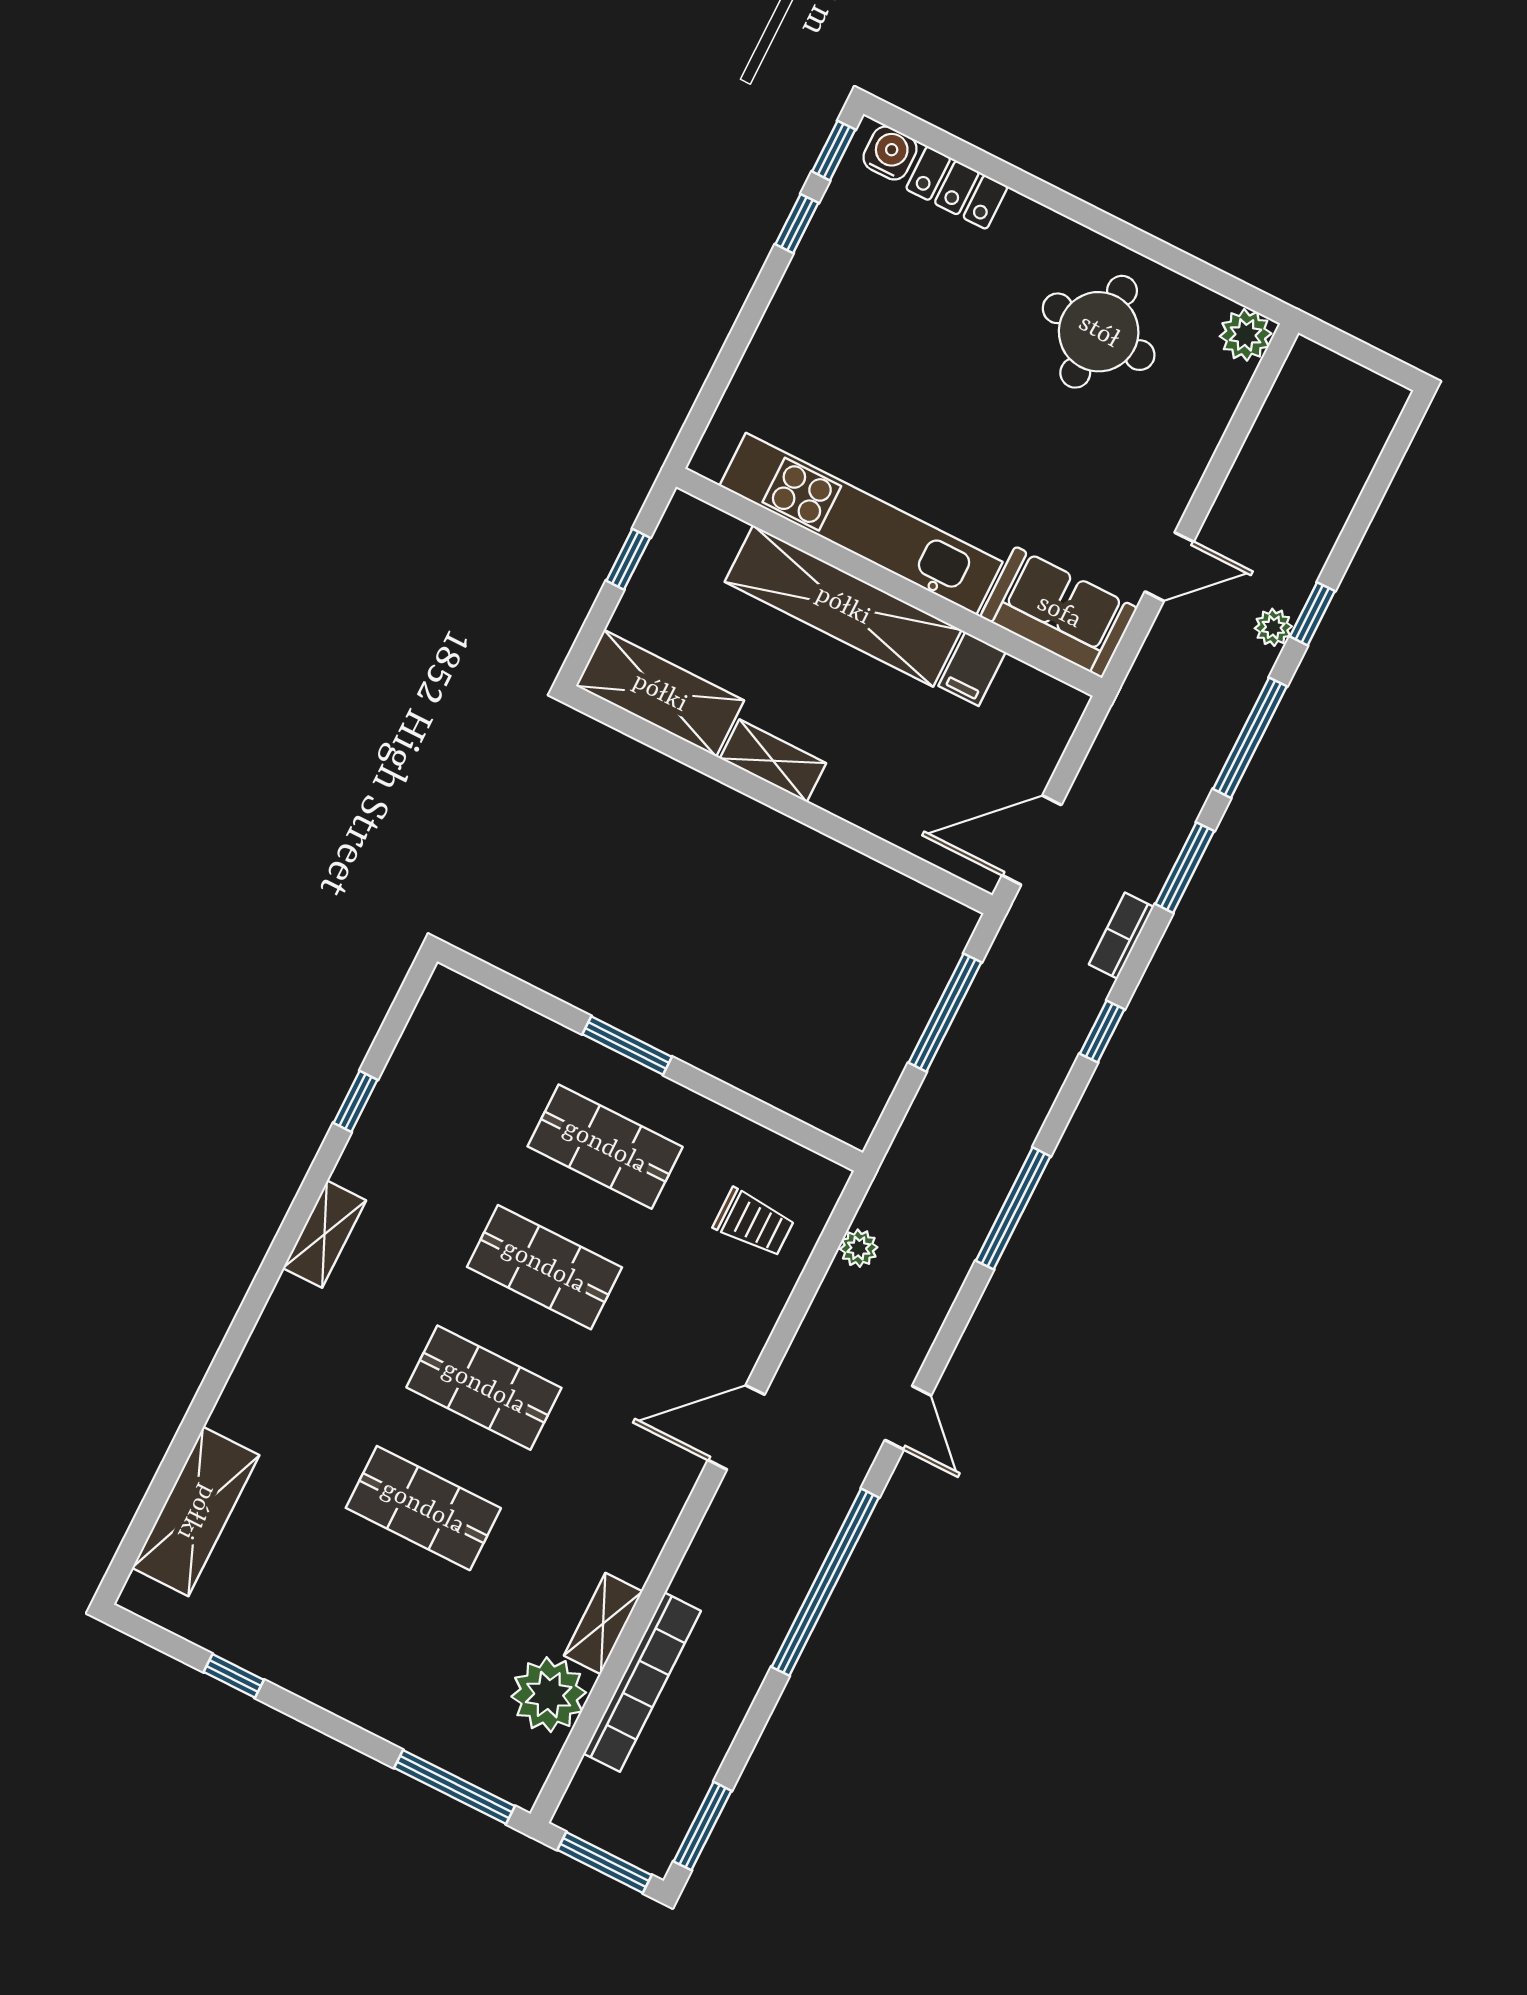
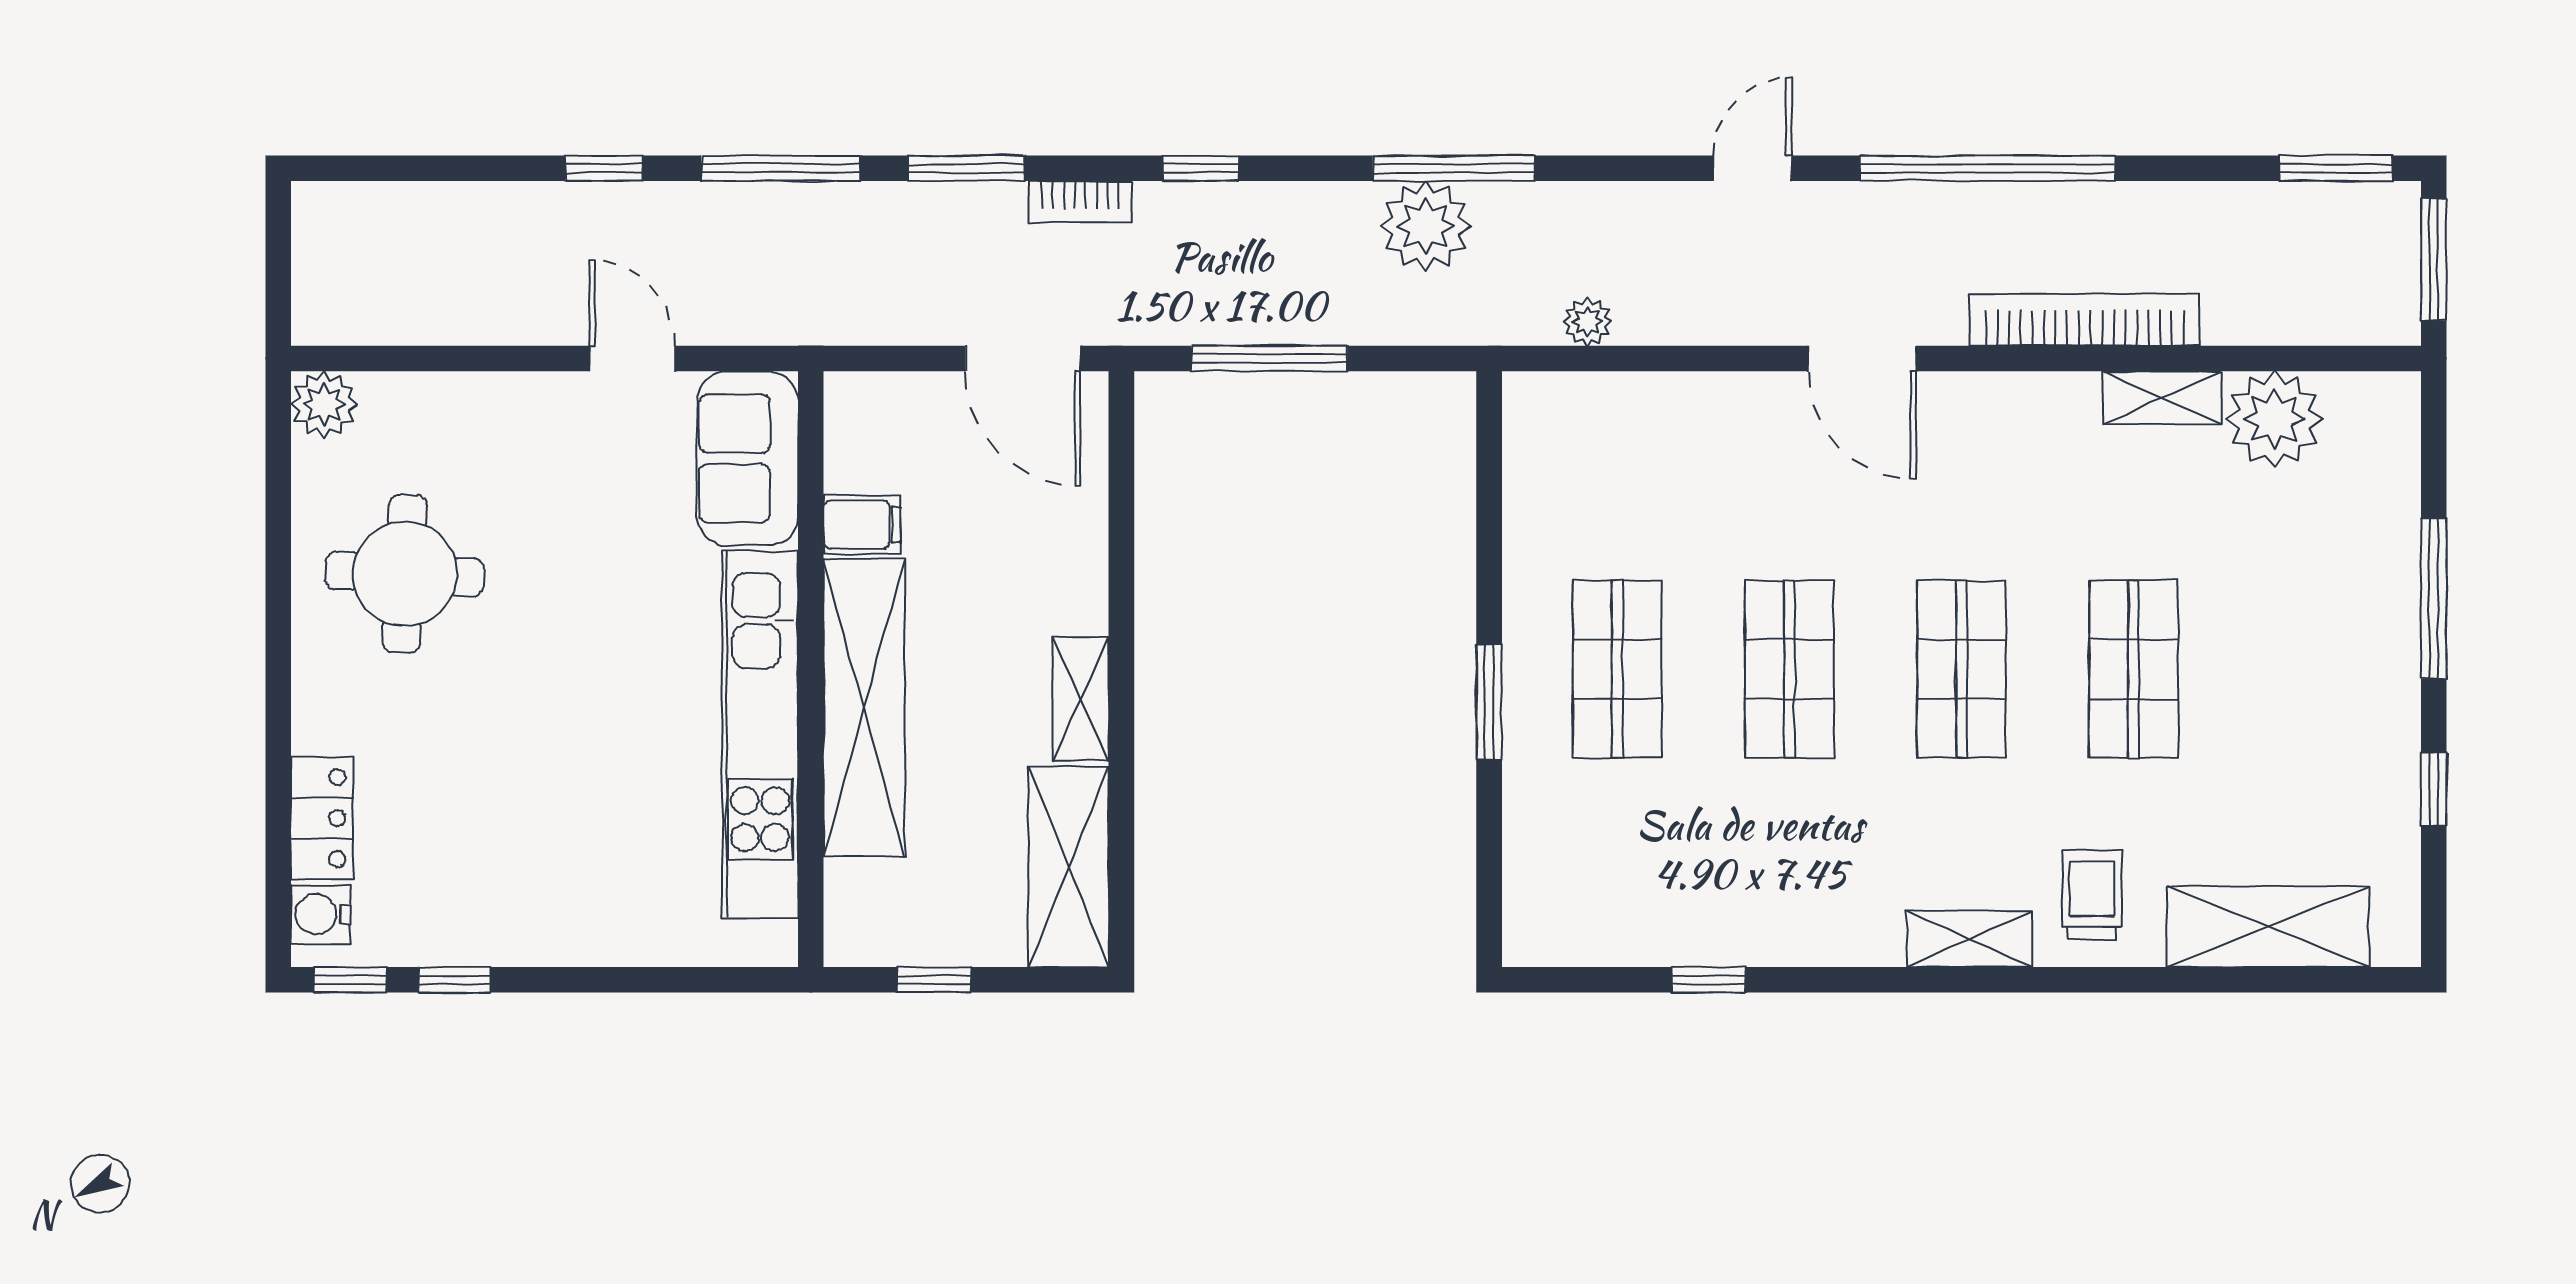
plant: (1273, 627) -> (1426, 226), moved, width x1.88, depth x1.88
trolley: (754, 1223) -> (2092, 895), moved
shelving: (324, 1234) -> (1969, 939), moved
bookcase: (642, 1682) -> (2085, 320), moved
window: (455, 1787) -> (2434, 598), moved

